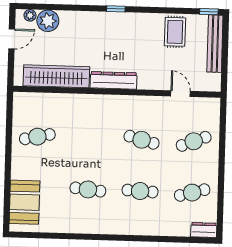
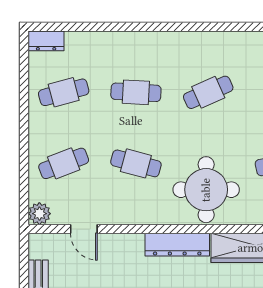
plant: (212, 106) -> (39, 214), added
round table: (92, 119) -> (206, 190), added
cafe table: (88, 189) -> (208, 92), turned -30

